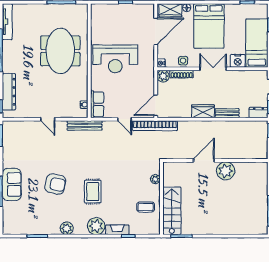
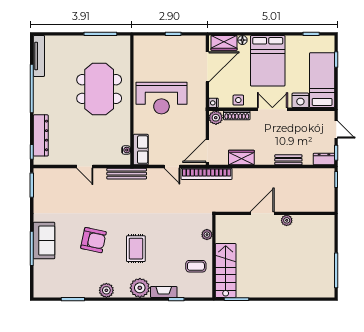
wardrobe: (203, 111) -> (241, 158), moved
plant: (226, 171) -> (287, 220), width x0.53, depth x0.53

